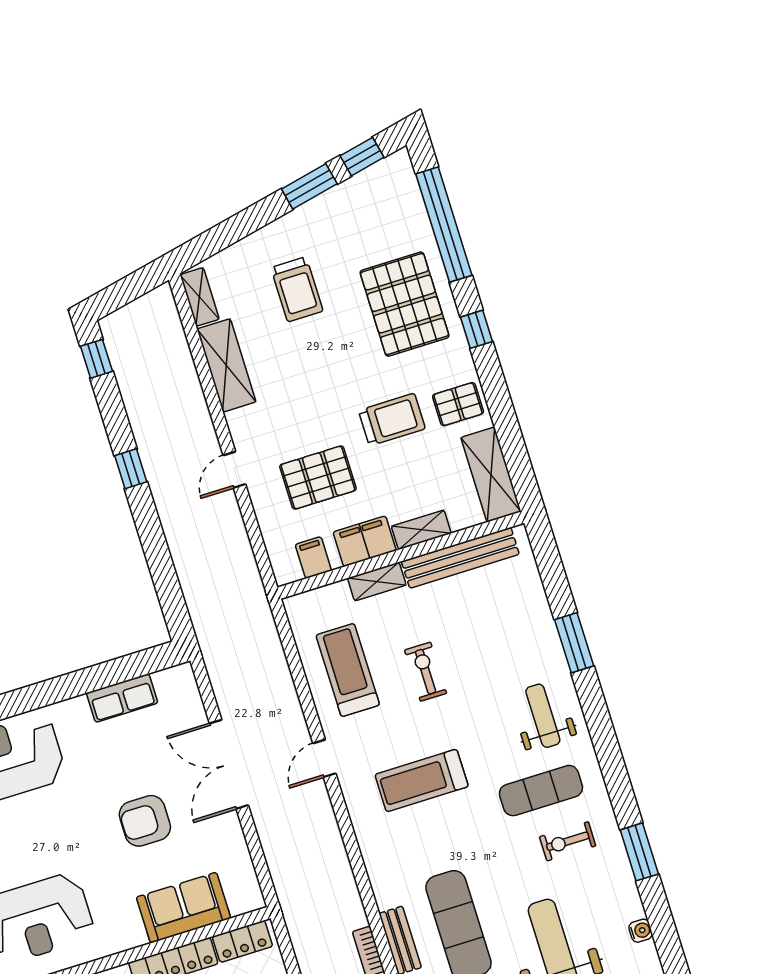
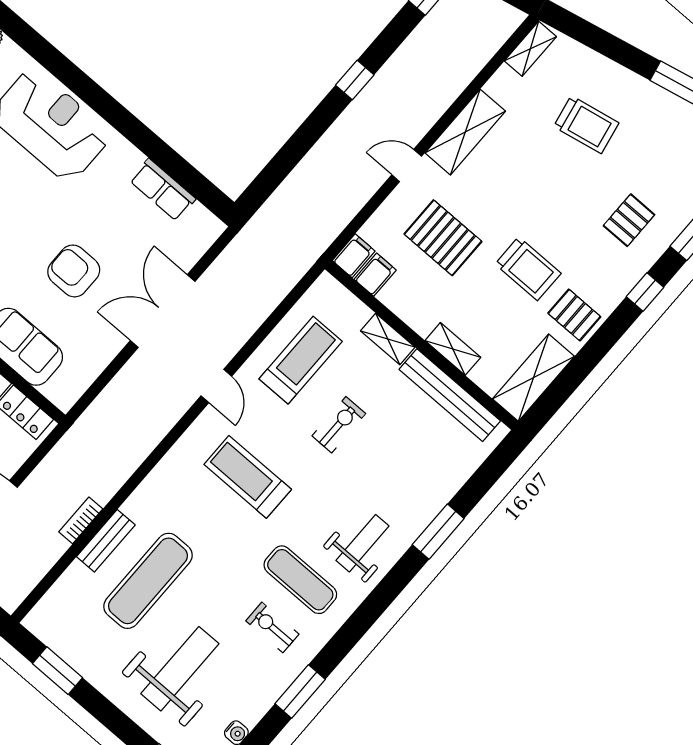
trolley: (297, 289) -> (586, 125), turned -101
pallet: (405, 304) -> (629, 220), width x0.49, depth x0.50
shelving: (226, 365) -> (465, 132), moved
filing cabinet: (365, 541) -> (354, 256), moved, width x0.50
door: (324, 758) -> (216, 386), swing flipped

